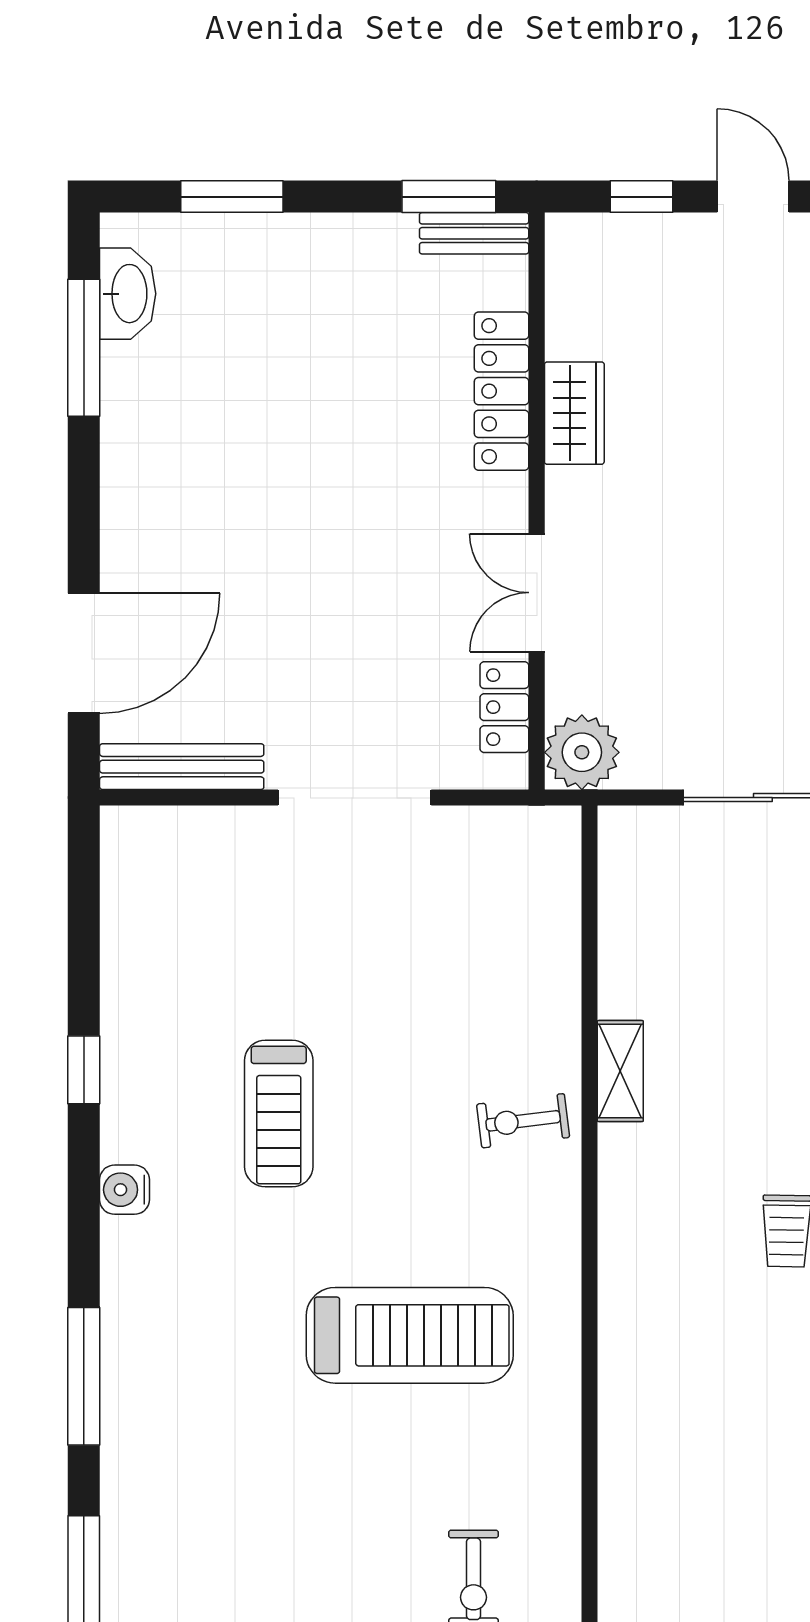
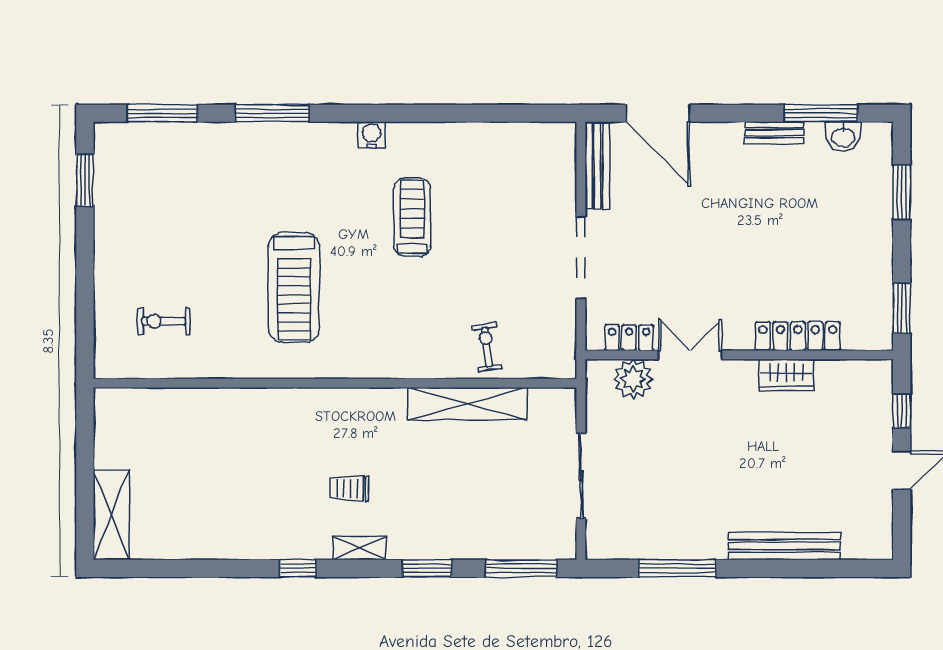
bench: (474, 233) -> (774, 133), moved, turned 90
washbasin: (128, 294) -> (843, 137), width x0.72
plant: (582, 752) -> (633, 379), moved
window: (84, 1070) -> (436, 113), removed
shelving: (620, 1071) -> (467, 404), width x2.20, depth x1.33
treadmill: (279, 1114) -> (412, 217), turned 90
exercise bike: (523, 1121) -> (487, 347), moved

